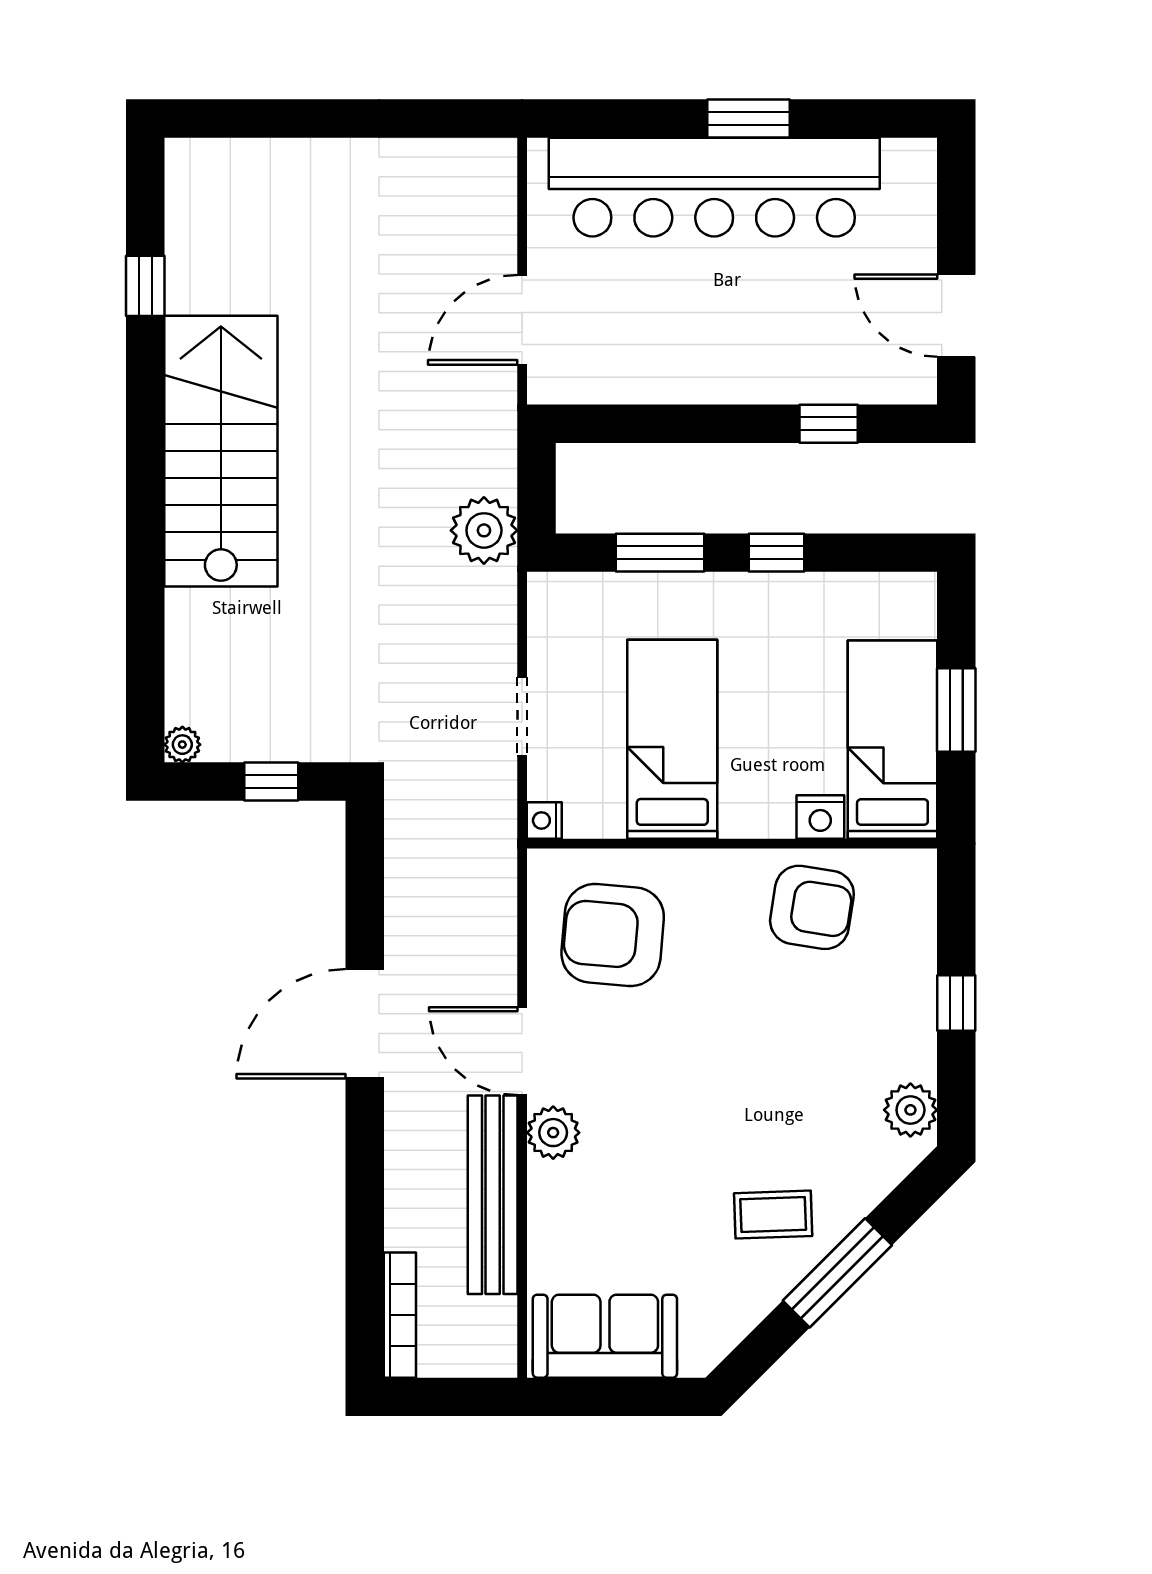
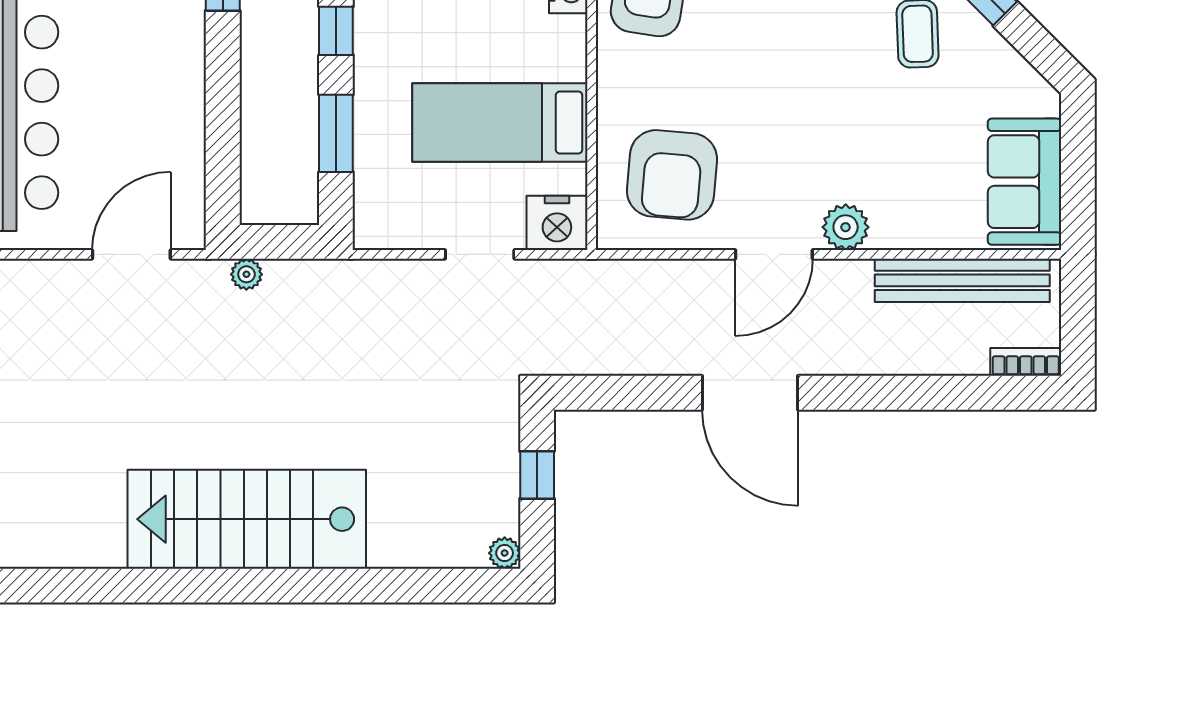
window: (145, 286) -> (101, 586), removed
door: (522, 320) -> (131, 254), swing flipped
plant: (484, 530) -> (246, 274), moved, width x0.53, depth x0.53
nightstand: (544, 820) -> (557, 223), width x1.89, depth x1.79
bench: (493, 1195) -> (962, 280), moved
bookcase: (400, 1315) -> (1026, 362), width x0.64

